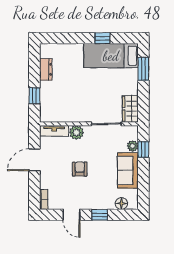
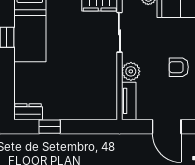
dresser: (46, 69) -> (28, 112), moved
window: (34, 96) -> (50, 127), moved

